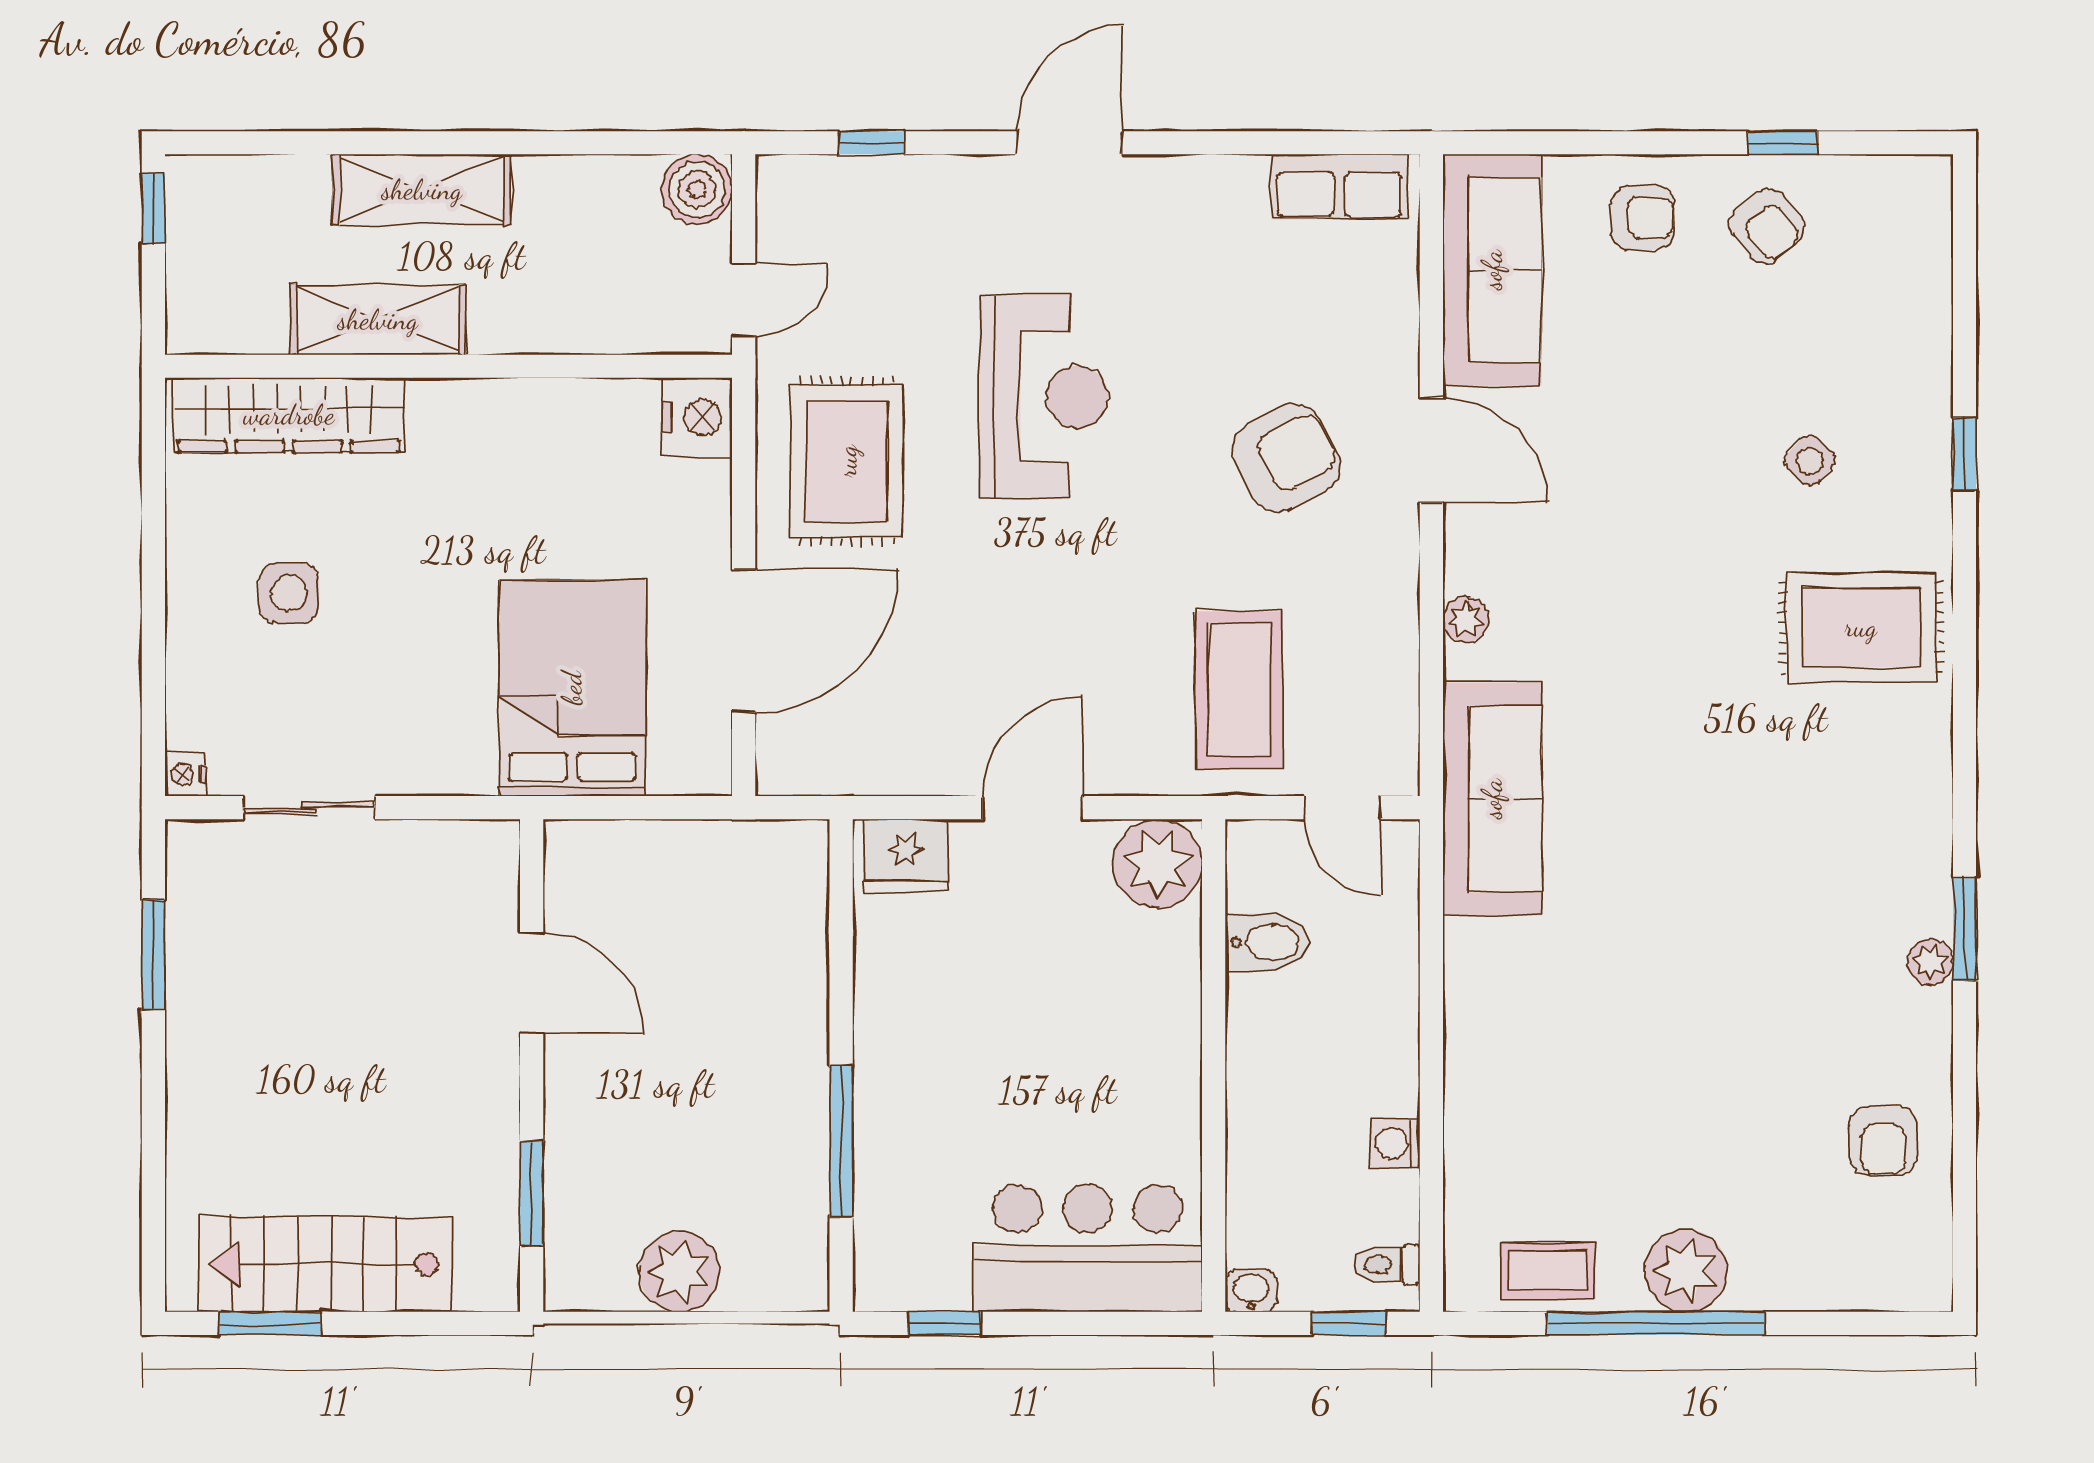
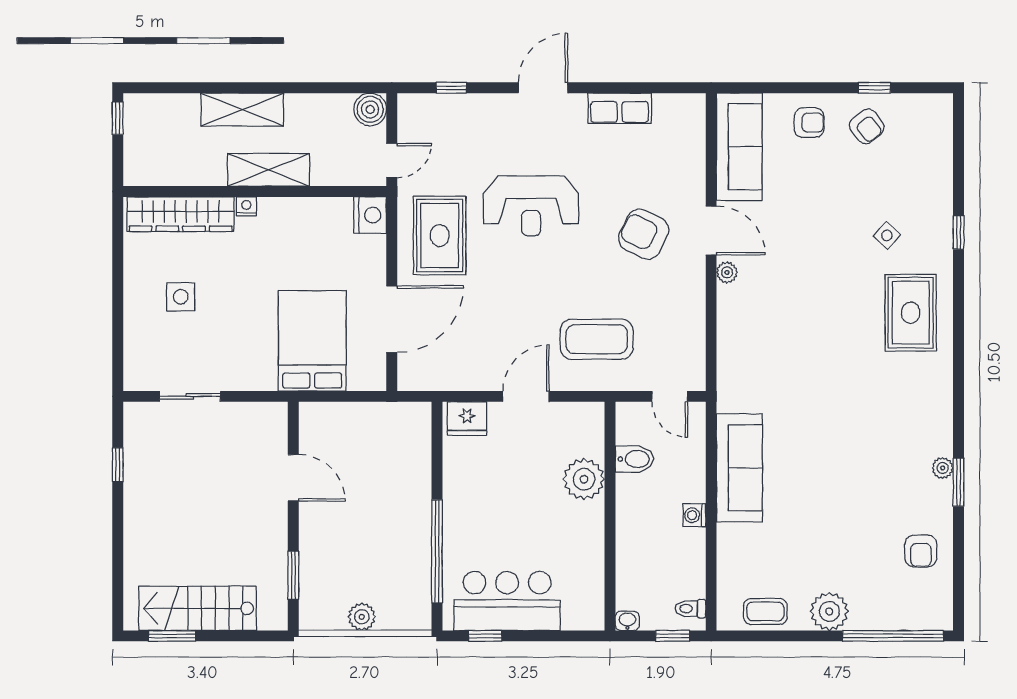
row of seats: (1340, 187) -> (620, 108), moved
shelving: (378, 320) -> (269, 170), moved
reception desk: (1044, 397) -> (531, 206), turned 90
armchair: (1286, 458) -> (644, 234), turned -126
plant: (1466, 619) -> (727, 272), moved
rug: (1861, 627) -> (911, 313), turned 90
coffee table: (1239, 690) -> (597, 339), moved, turned 90
nightstand: (185, 774) -> (246, 206), moved, turned 90
sofa: (1492, 799) -> (739, 468), moved
plant: (1158, 864) -> (584, 479), moved
window: (1965, 929) -> (959, 482), moved
window: (153, 955) -> (118, 465), width x0.67
window: (841, 1141) -> (437, 551), width x1.46
washing machine: (1395, 1143) -> (694, 515), moved
bar counter: (1087, 1248) -> (507, 601), moved
plant: (679, 1272) -> (362, 617), width x0.73, depth x0.73
window: (1656, 1323) -> (893, 636), moved

